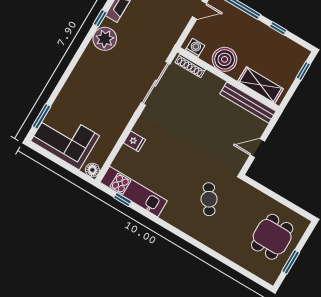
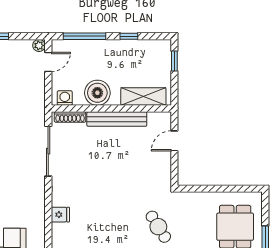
bench: (248, 103) -> (117, 119), moved
door: (257, 148) -> (174, 141), moved

